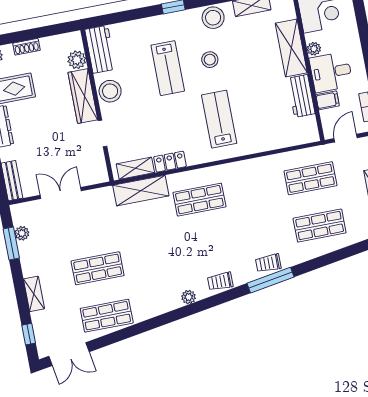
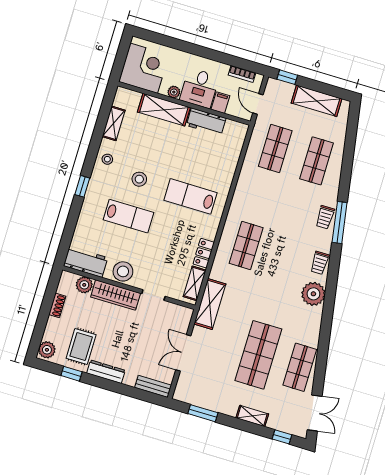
stool: (213, 18) -> (107, 159), width x0.53, depth x0.53
shoe rack: (26, 47) -> (57, 305), moved
shelving: (141, 191) -> (210, 304), moved
plant: (22, 233) -> (199, 400), removed
shop shelf: (98, 268) -> (258, 355), width x1.43, depth x1.36
plant: (189, 297) -> (313, 294), width x1.87, depth x1.87

